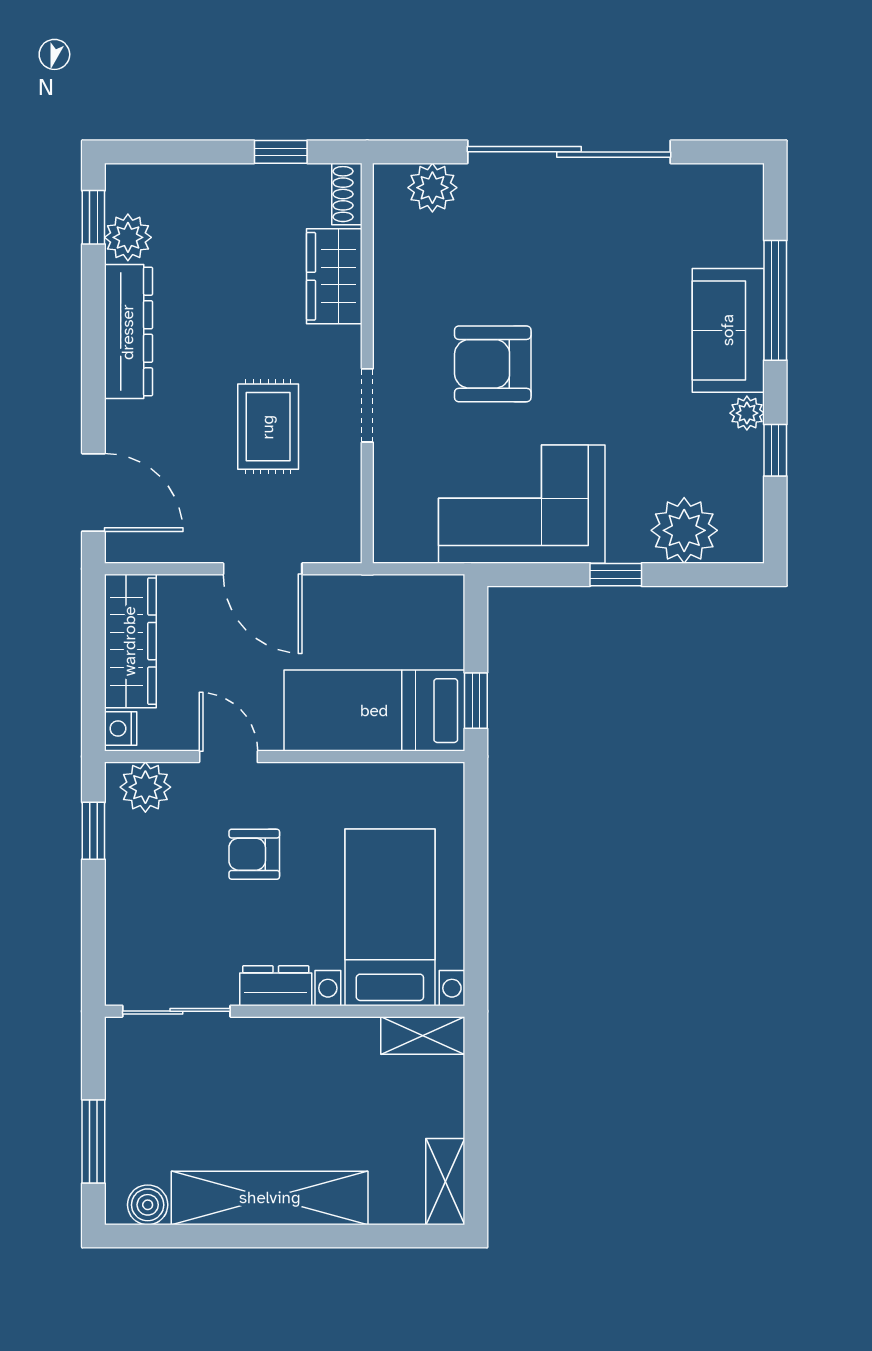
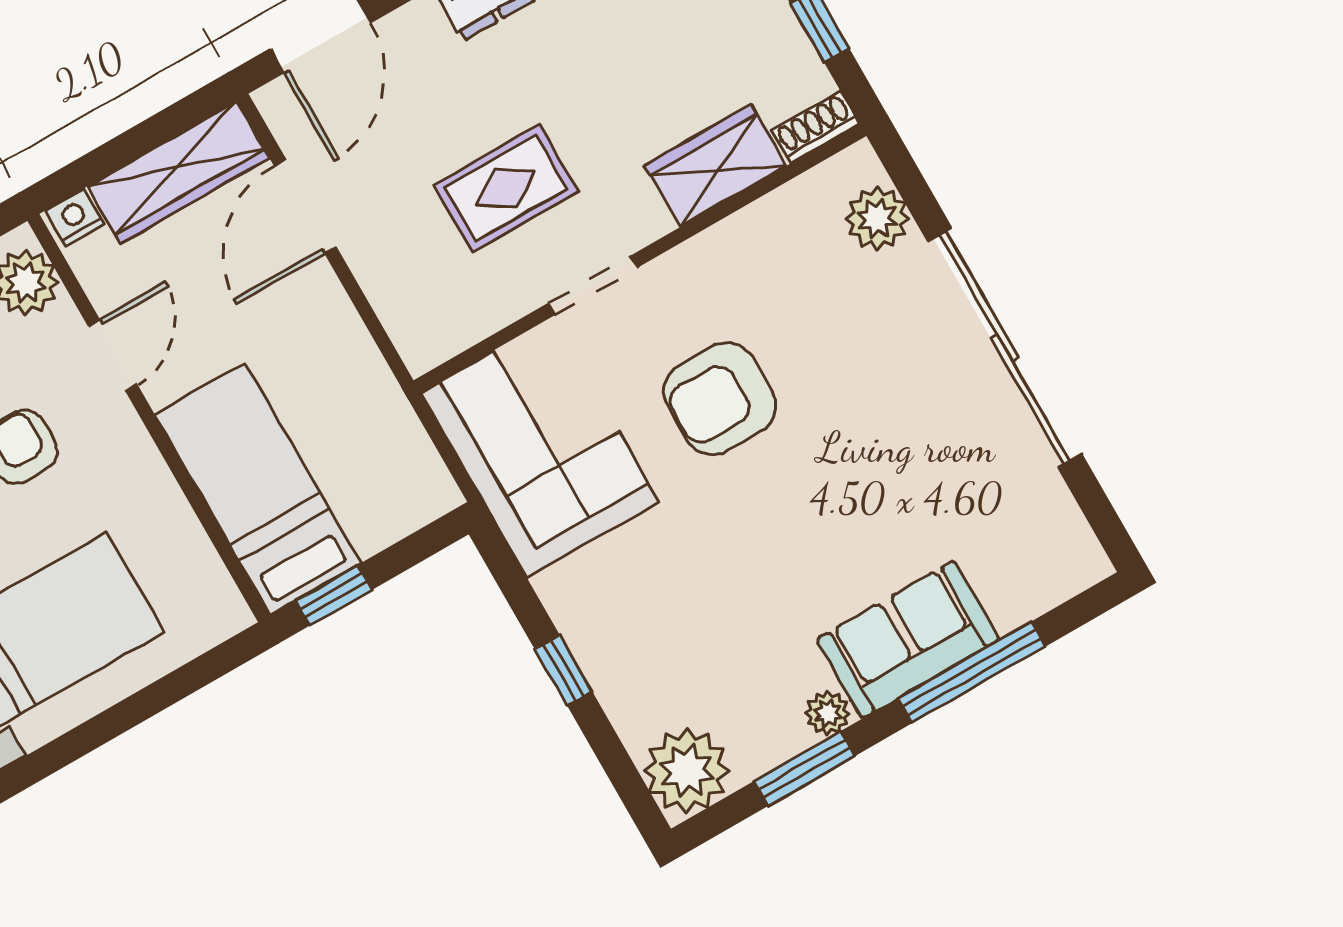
armchair: (493, 364) -> (720, 398), turned -90
window: (775, 450) -> (804, 769), width x1.50
corner sofa: (522, 504) -> (540, 447), moved
plant: (684, 530) -> (687, 771), moved
door: (263, 569) -> (305, 206), moved

